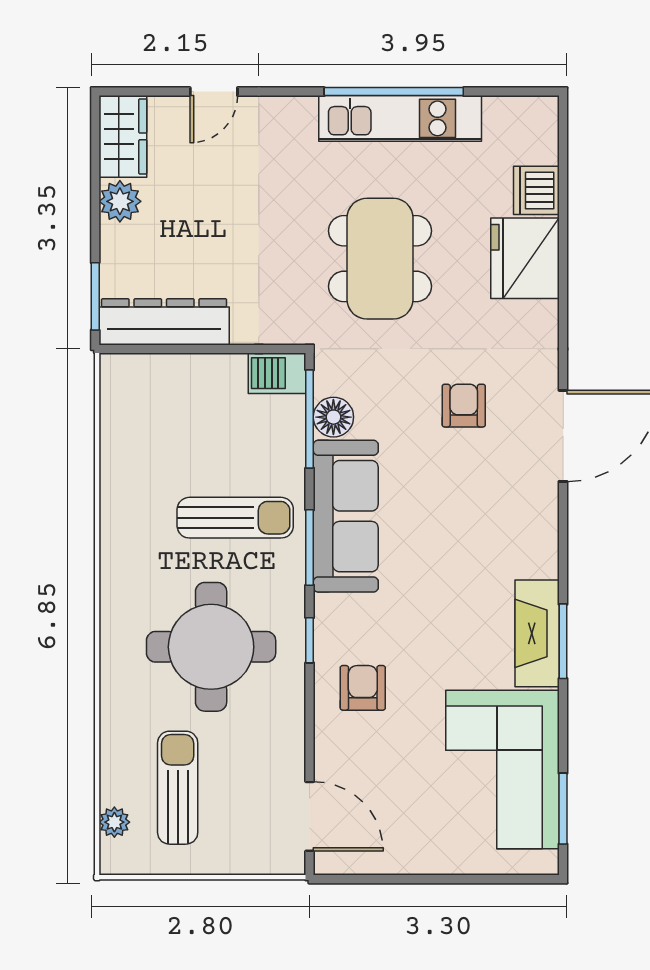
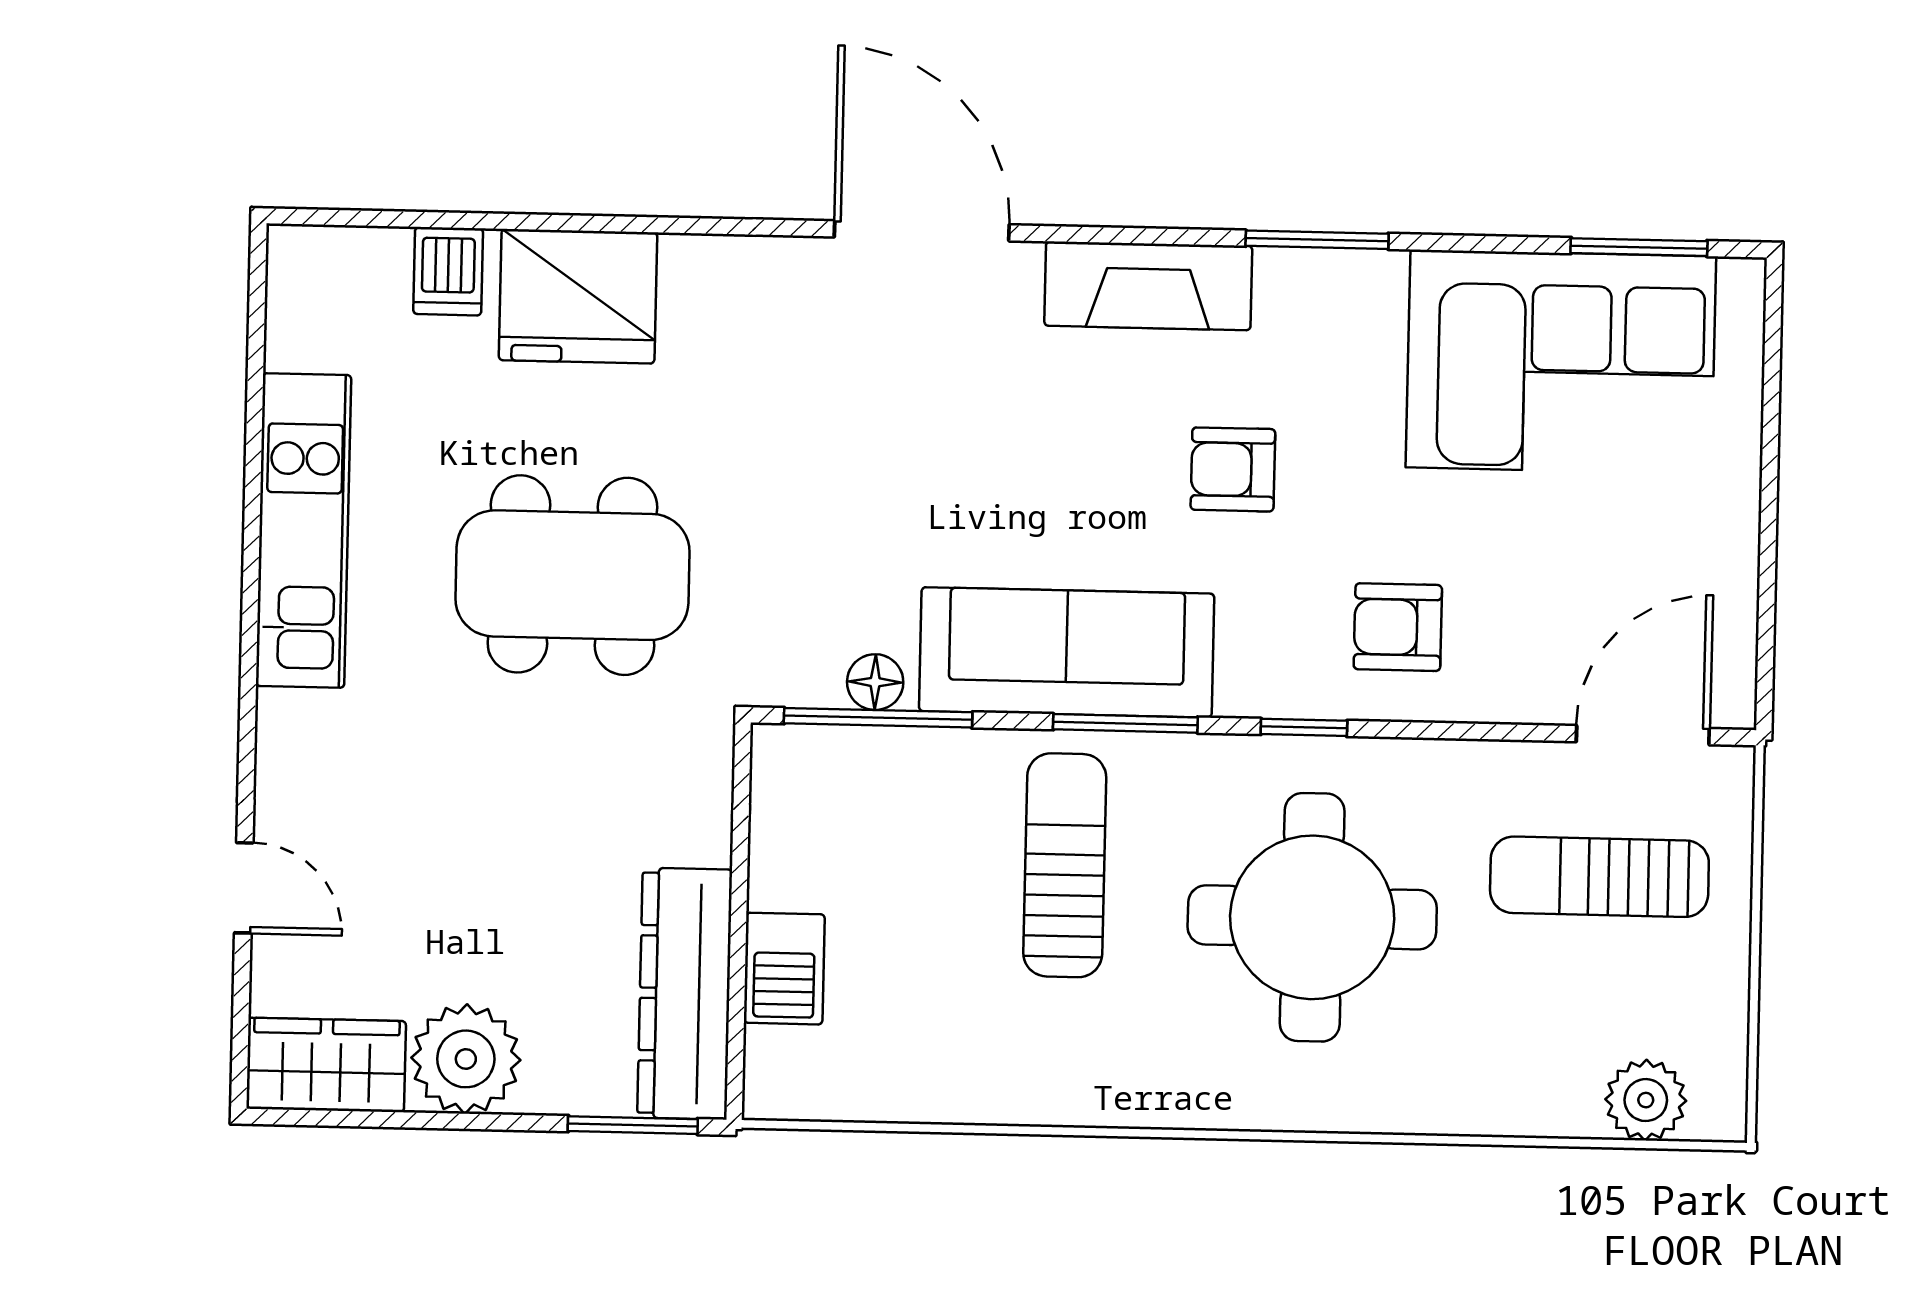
window: (394, 92) -> (252, 541), removed
dishwasher: (536, 190) -> (448, 271), width x0.73
plant: (120, 201) -> (466, 1059), width x1.36, depth x1.36
barbecue: (277, 373) -> (784, 969), moved
armchair: (464, 406) -> (1233, 469), moved
floor lamp: (333, 417) -> (875, 682), width x0.73, depth x0.73
fireplace: (537, 633) -> (1148, 286), moved
sun lounger: (178, 788) -> (1599, 877), moved
plant: (114, 822) -> (1646, 1100), width x1.38, depth x1.38

